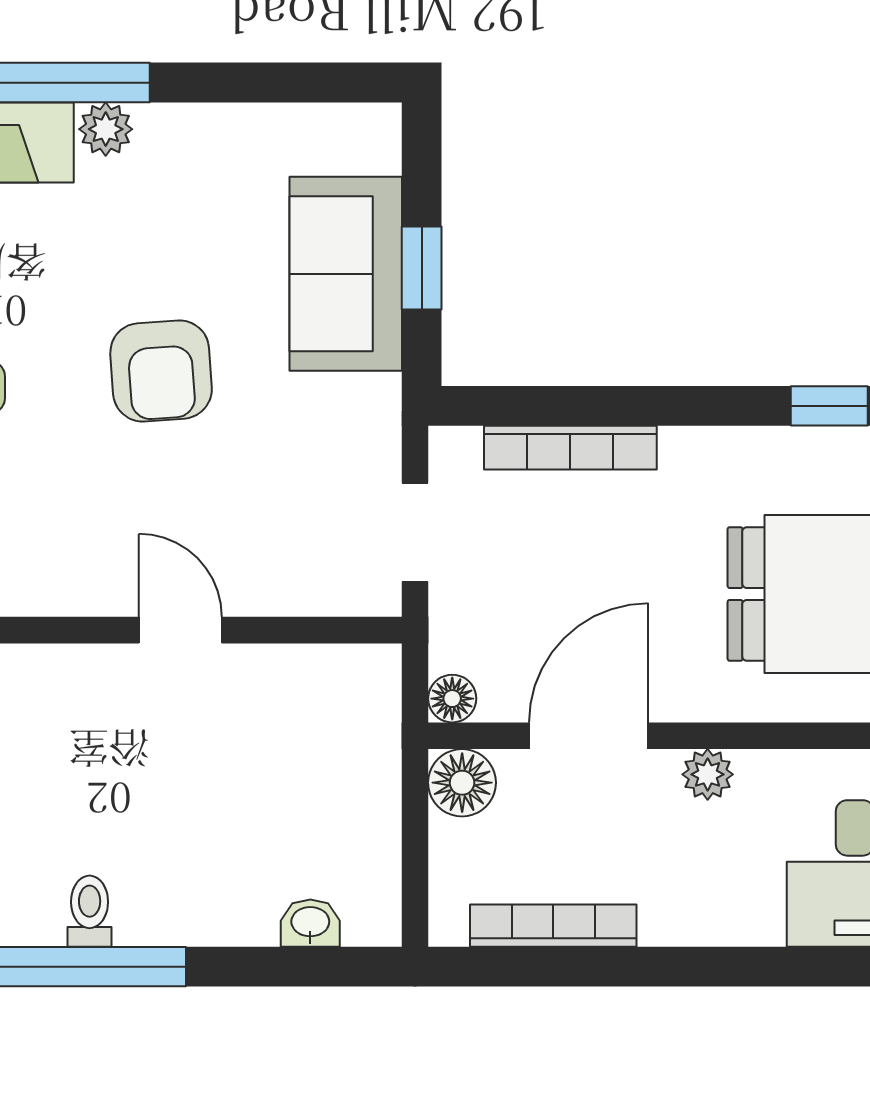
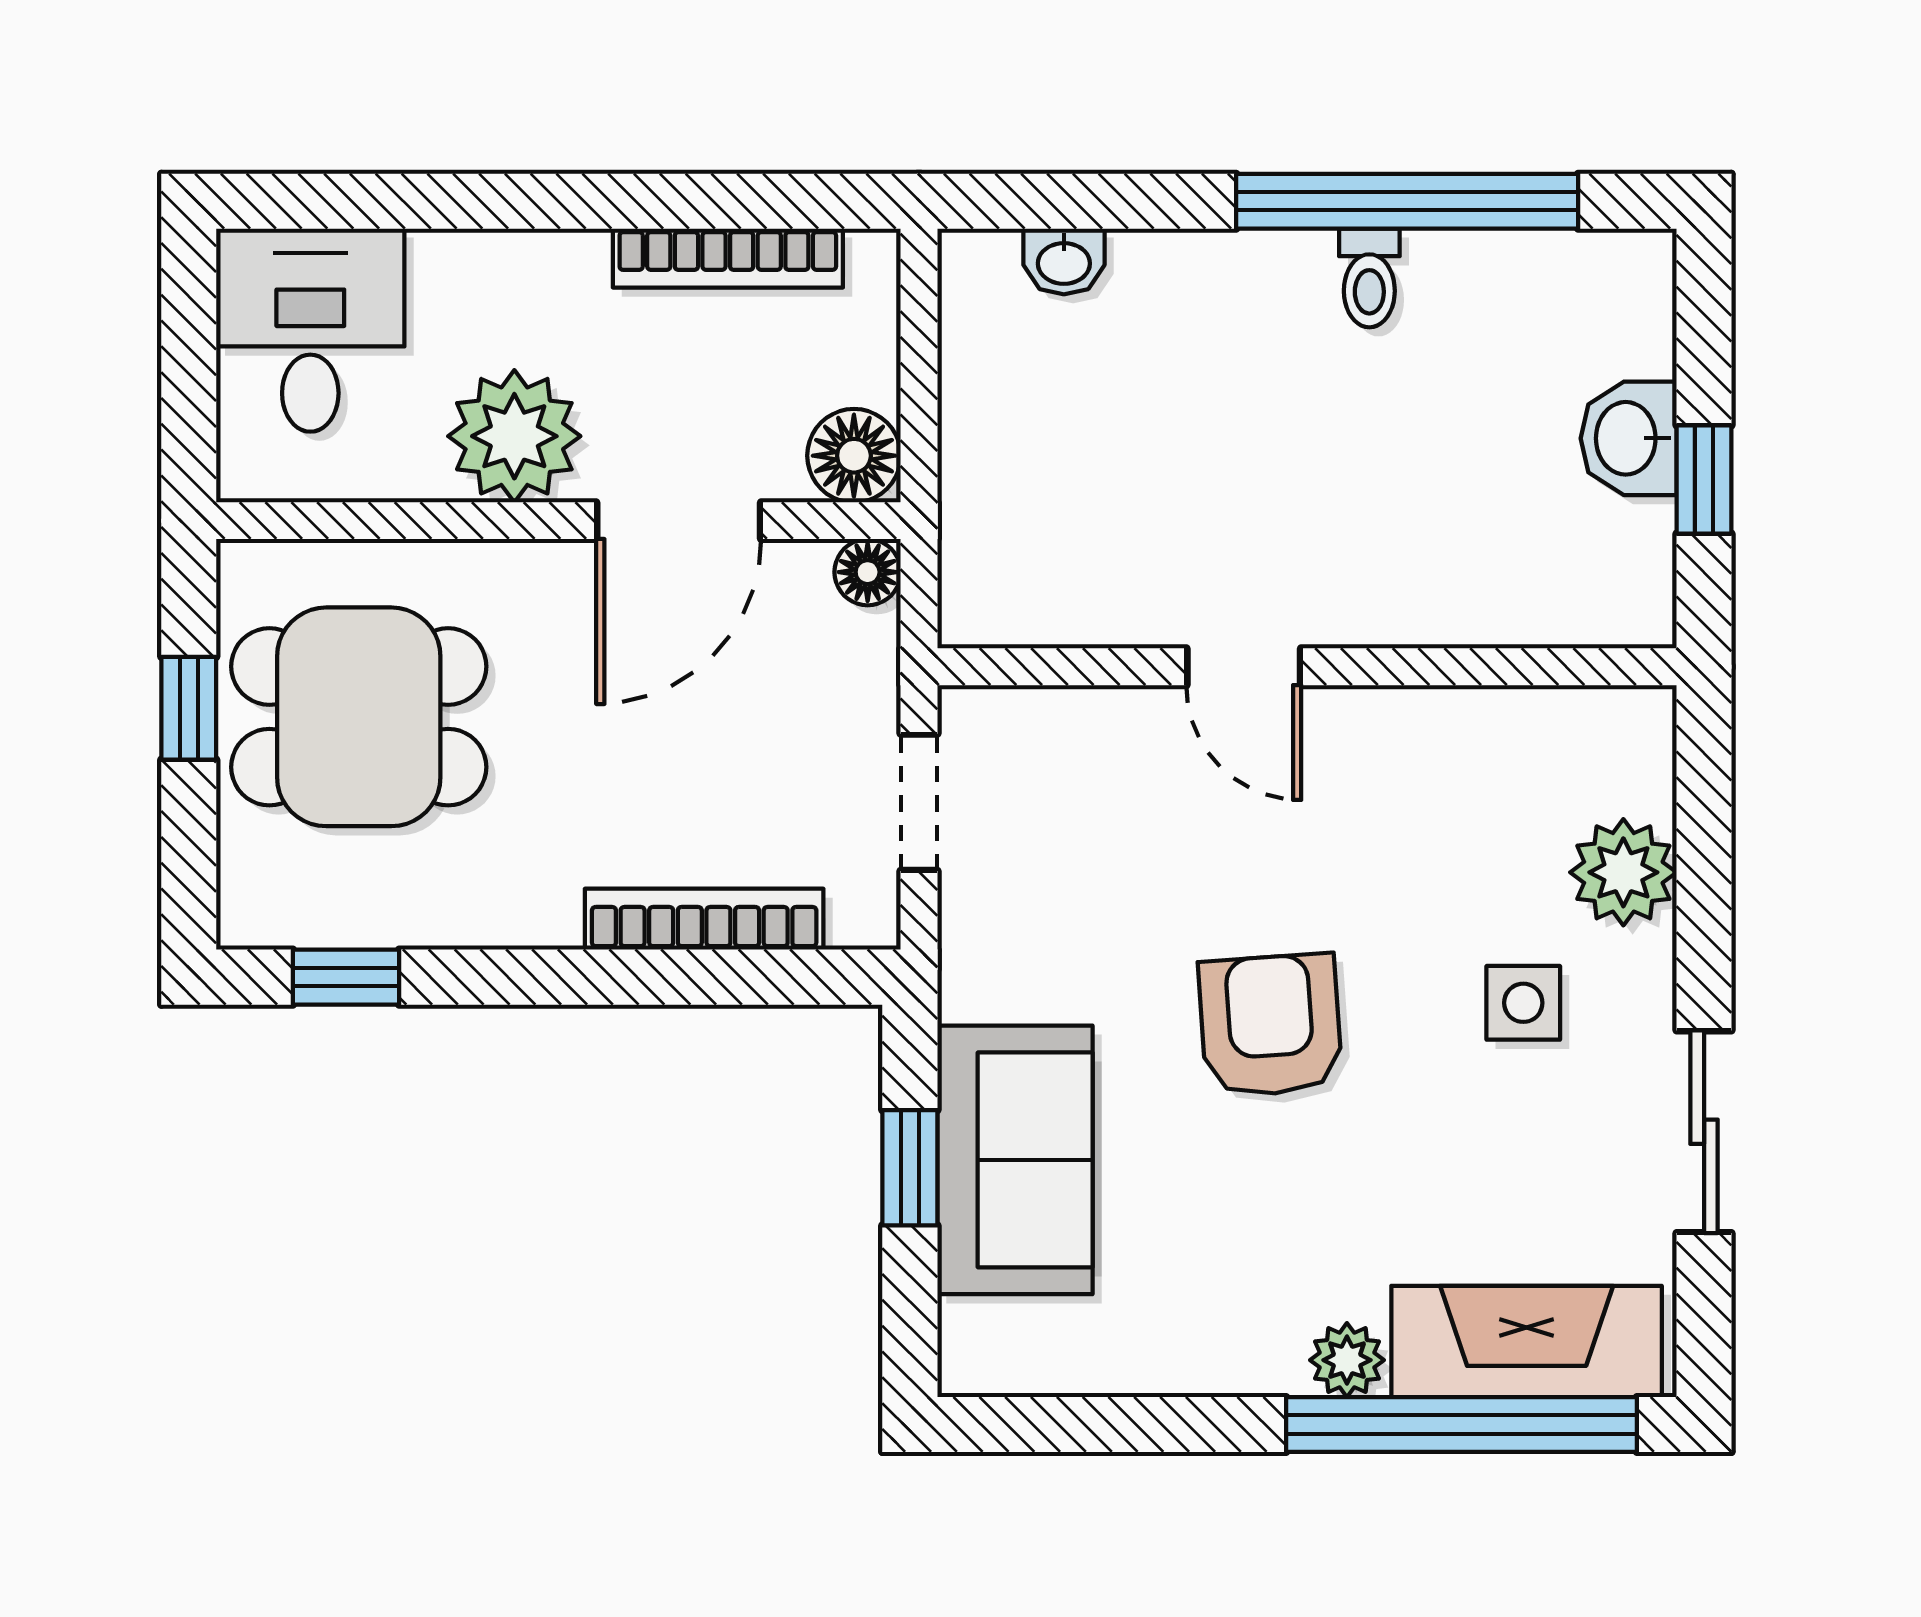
plant: (708, 774) -> (514, 436), width x1.88, depth x1.88

